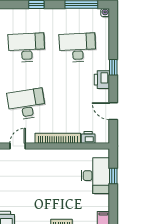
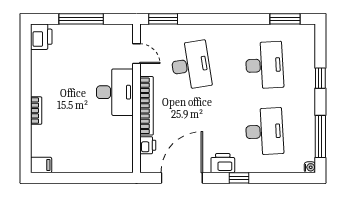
door: (113, 111) -> (182, 178), width x1.88
desk: (95, 176) -> (115, 92), moved, turned -90
window: (113, 176) -> (98, 178), removed

